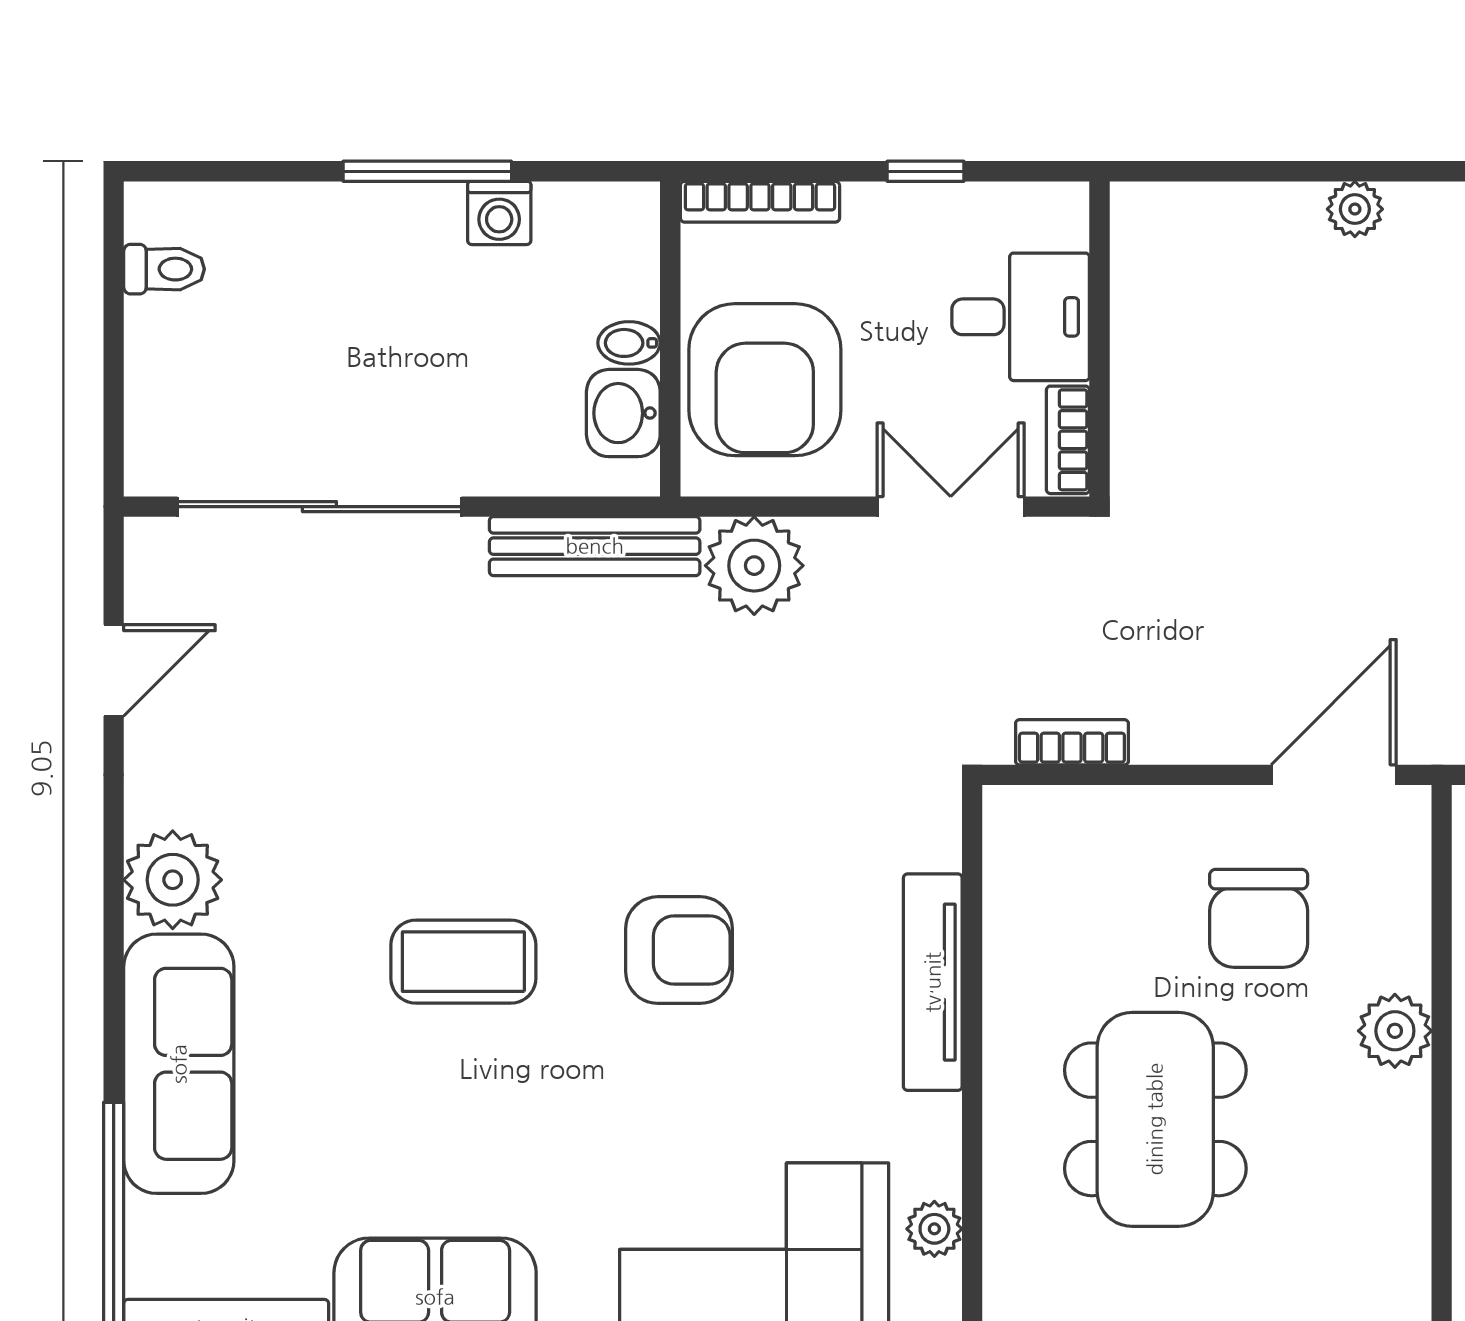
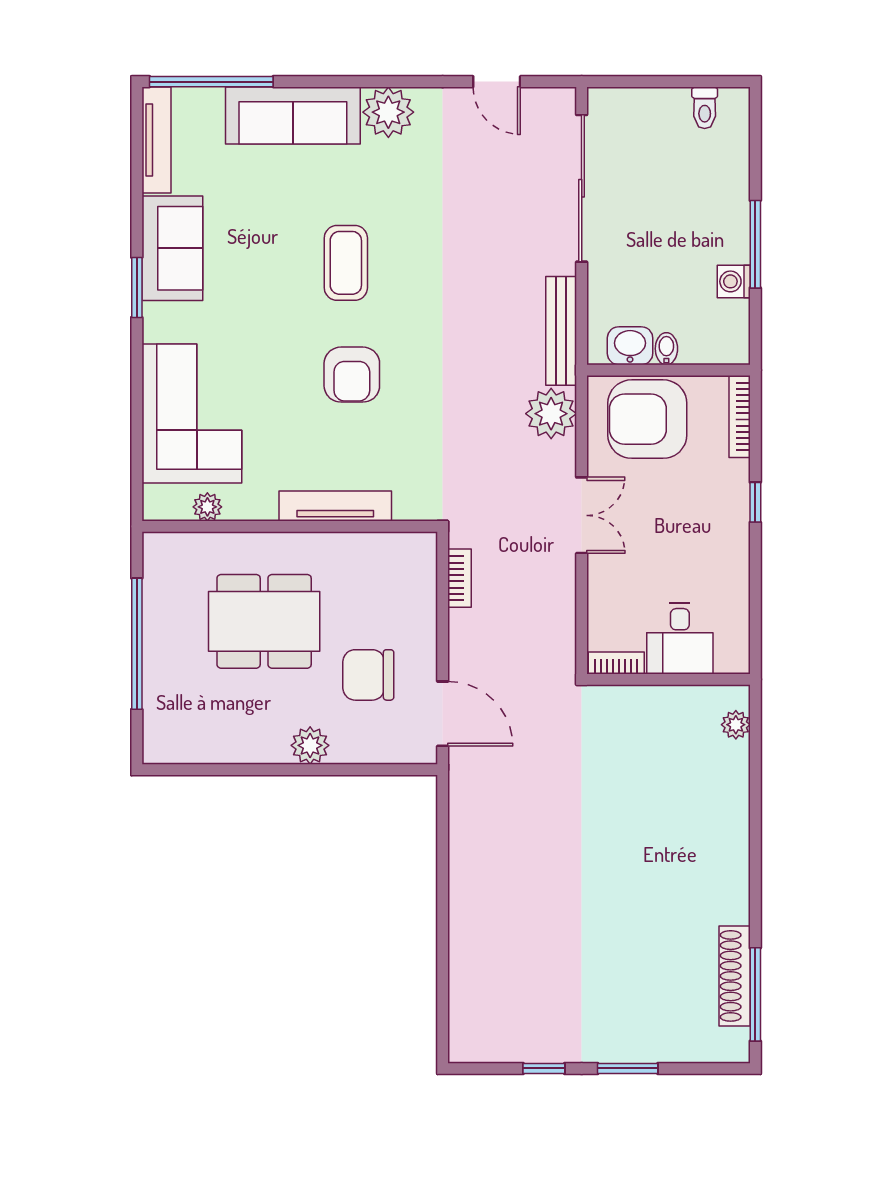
desk: (1021, 317) -> (680, 638), moved
wall: (1100, 339) -> (668, 679), moved
bookcase: (1068, 440) -> (616, 663), moved

